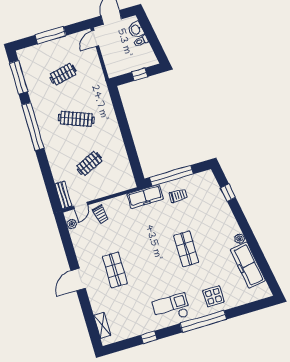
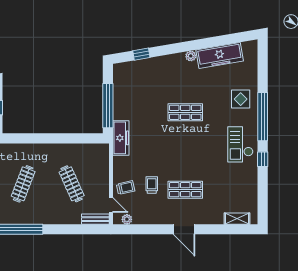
clothes rail: (89, 163) -> (72, 184), width x1.36
trolley: (178, 196) -> (152, 185), moved
window: (149, 337) -> (263, 159), moved

